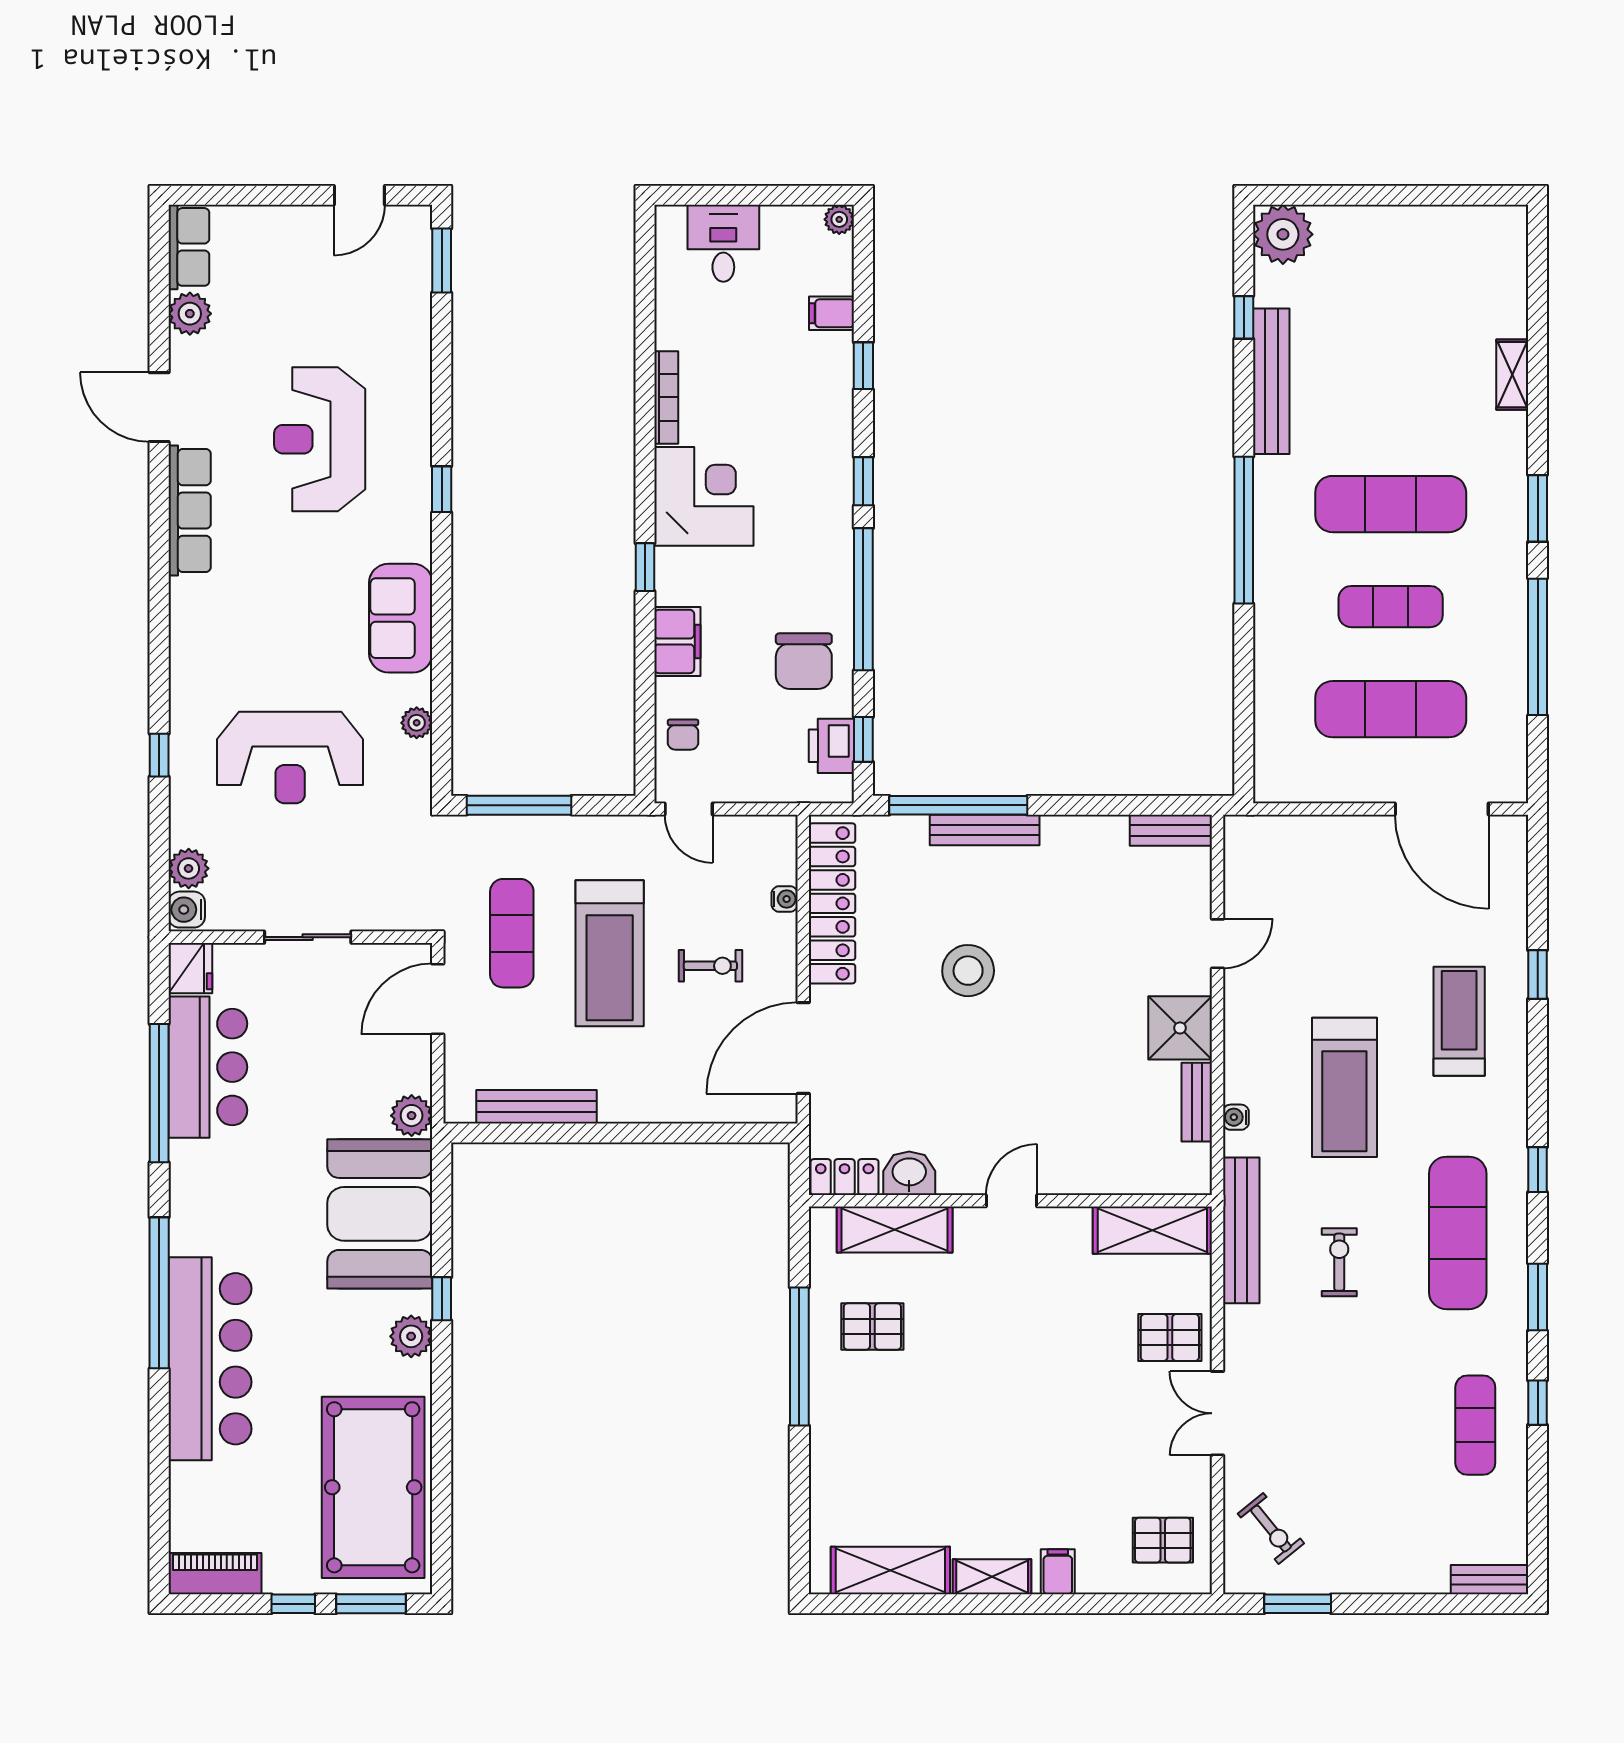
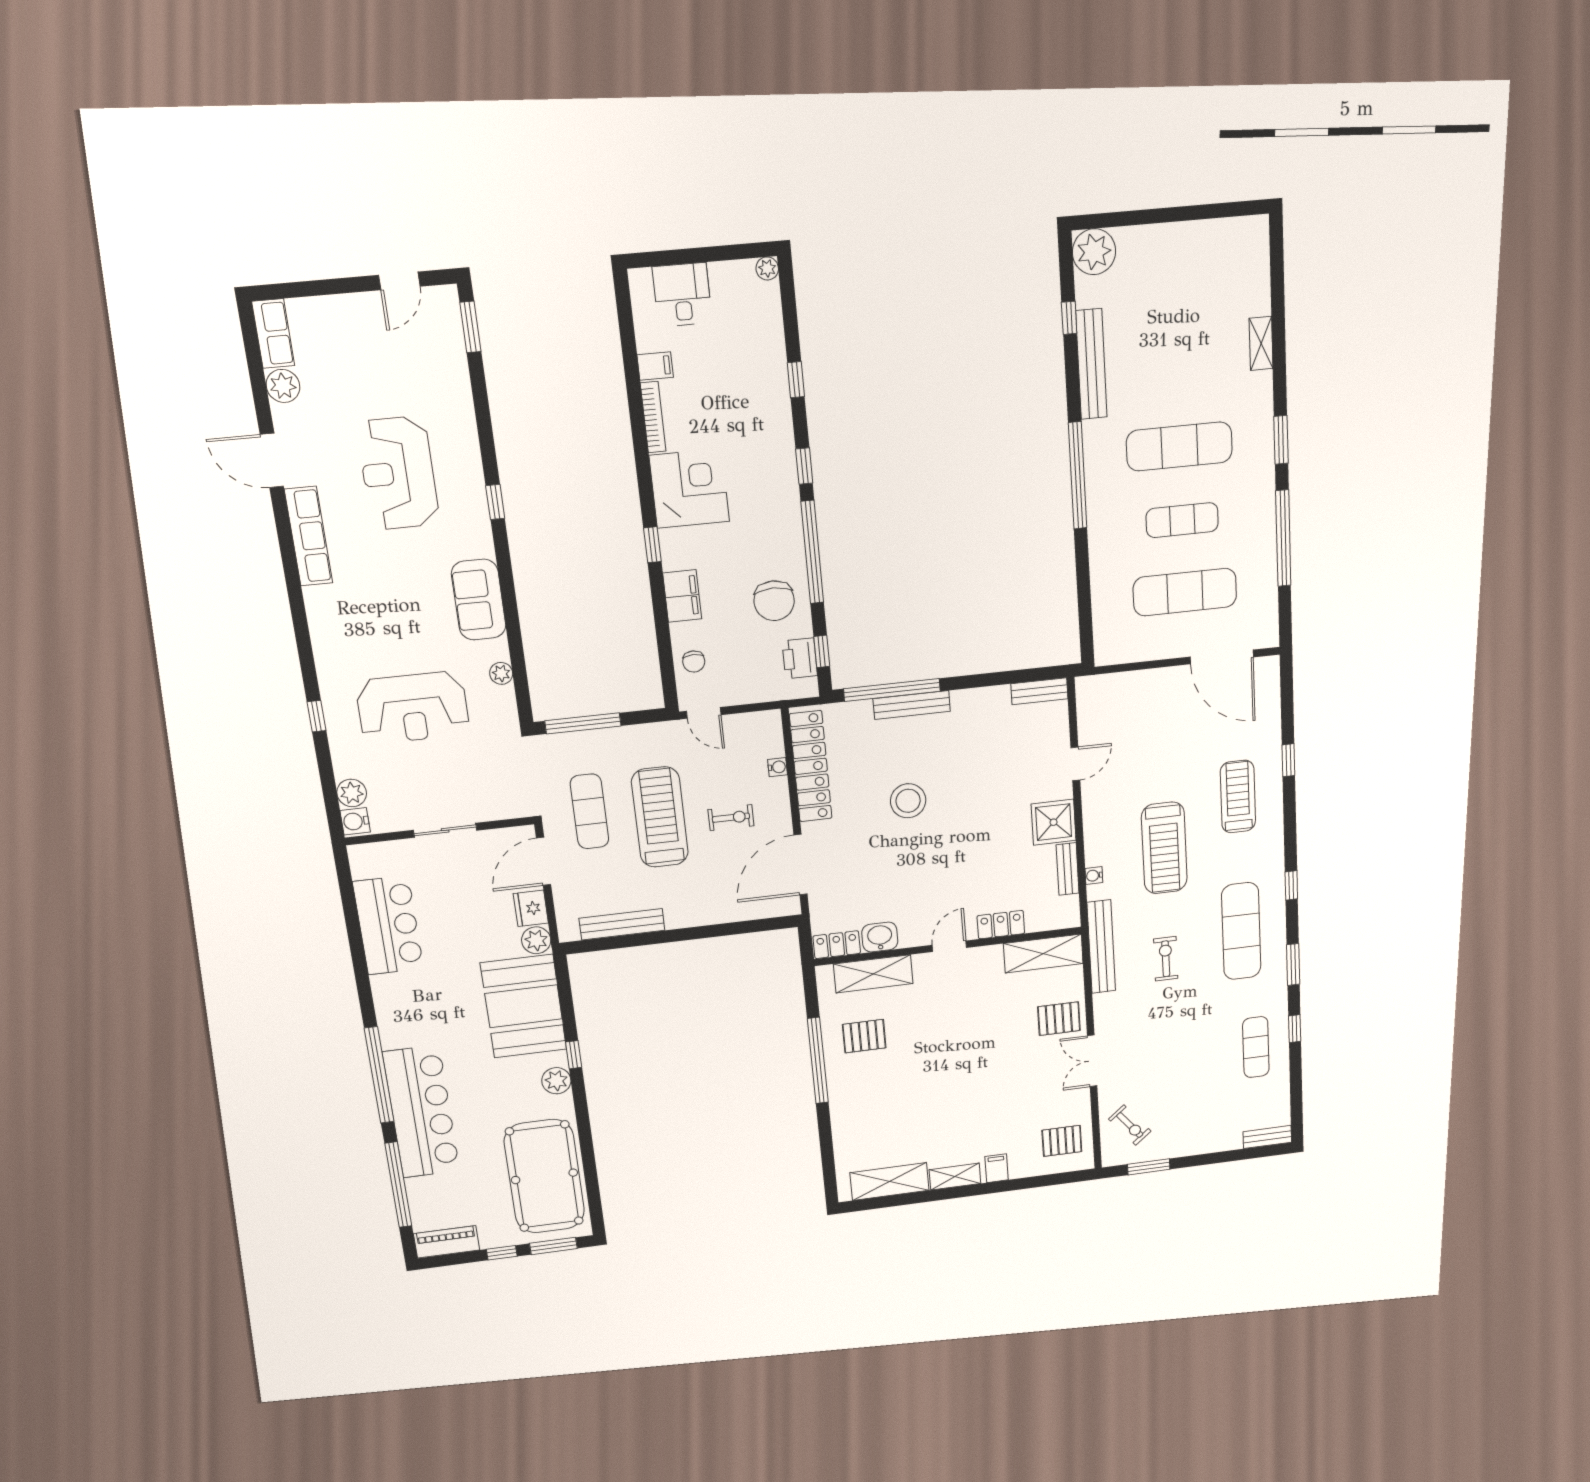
filing cabinet: (832, 313) -> (655, 366), moved, turned 180
treadmill: (610, 953) -> (660, 817), turned 180
fridge: (190, 968) -> (531, 908), moved, turned 180
window: (159, 1093) -> (398, 1185), moved
locker: (1091, 1177) -> (1001, 925), added

